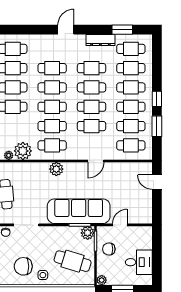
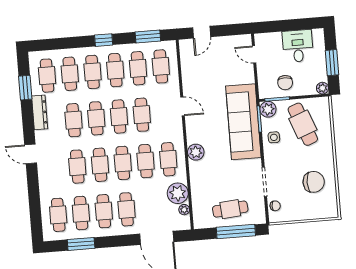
window: (157, 126) -> (148, 37), moved
door: (120, 225) -> (254, 54), moved
cafe table: (73, 261) -> (303, 124), turned -38
chair: (23, 266) -> (314, 182), turned -90
side table: (43, 275) -> (274, 137), moved

